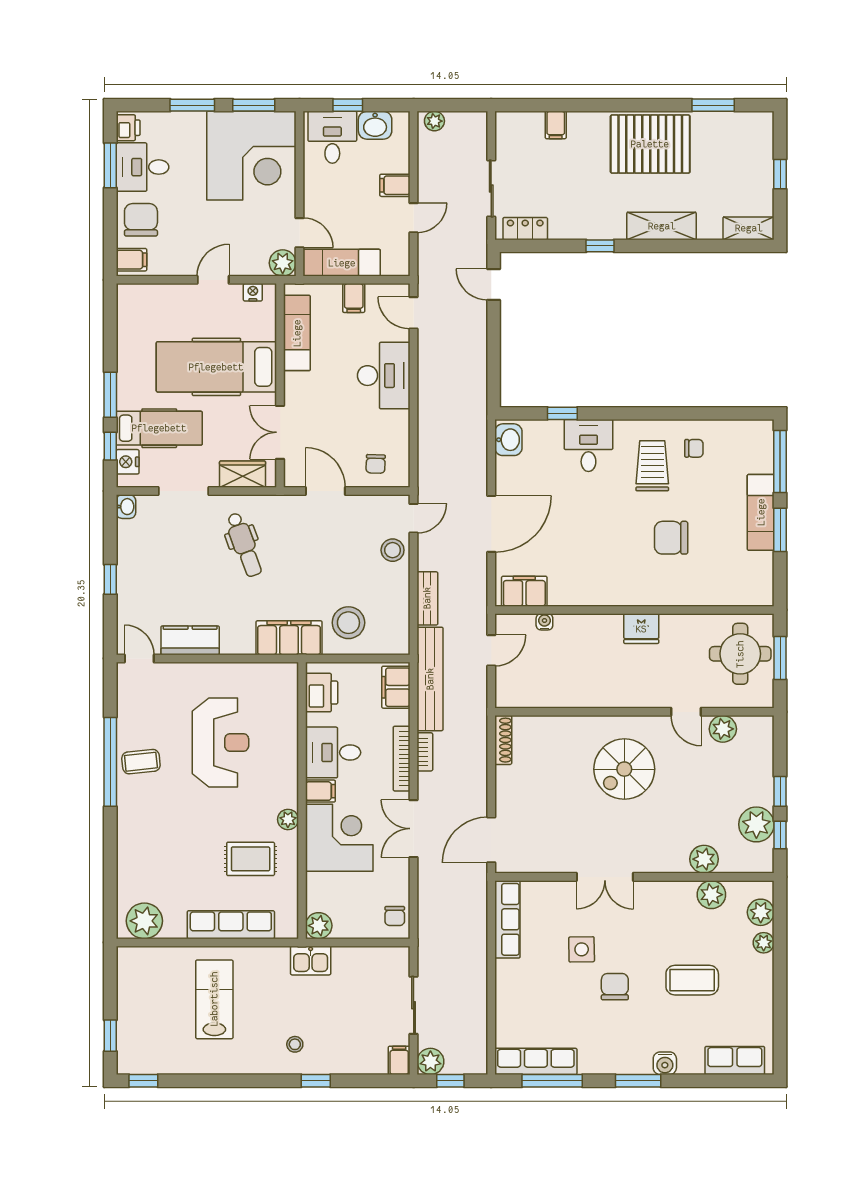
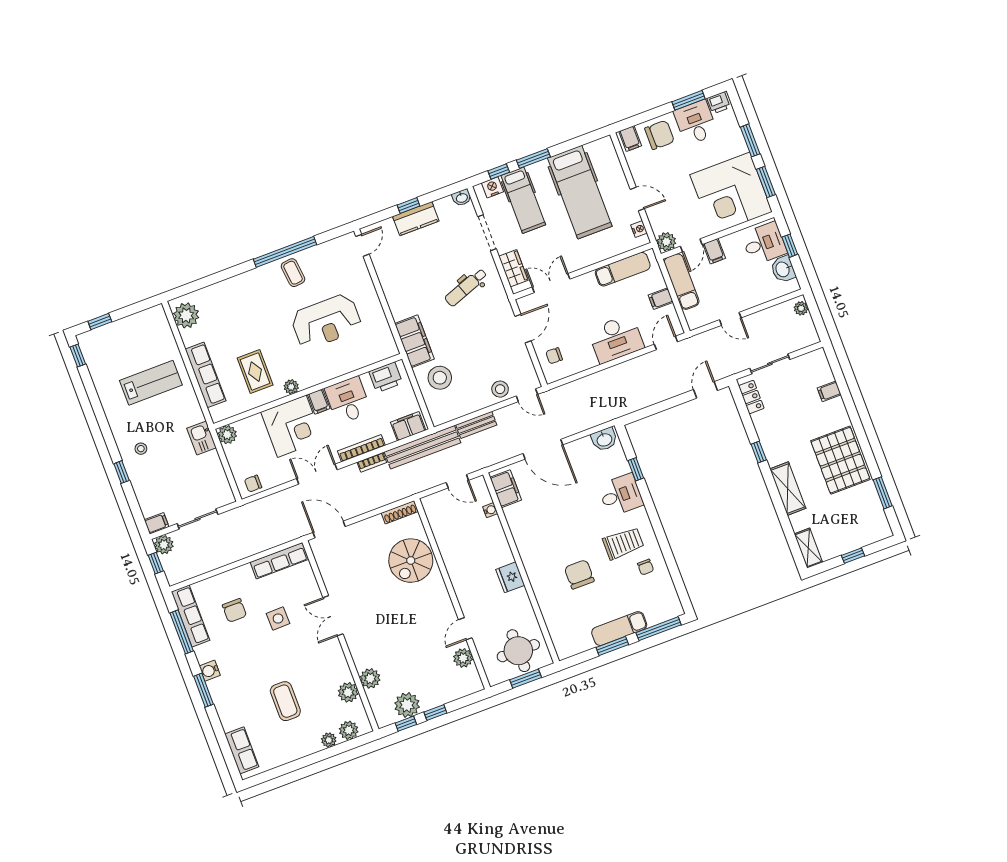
filing cabinet: (395, 185) -> (714, 251), moved, turned 180
hospital bed: (216, 367) -> (580, 192), moved, turned 180
kitchen counter: (190, 640) -> (416, 219), moved, turned 90
spiral stairs: (624, 769) -> (411, 561), moved, turned -90
chair: (615, 987) -> (234, 610), moved, turned 90
water cooler: (665, 1063) -> (210, 671), moved

